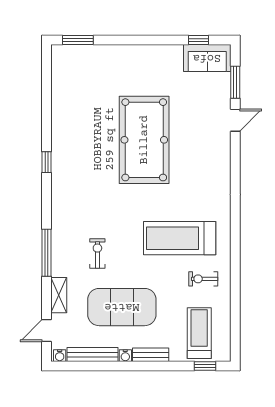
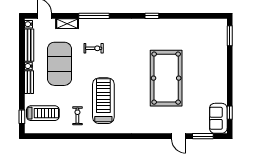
pool table: (144, 140) -> (166, 78), turned 90

